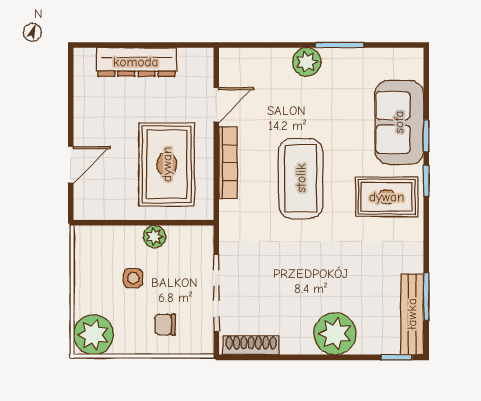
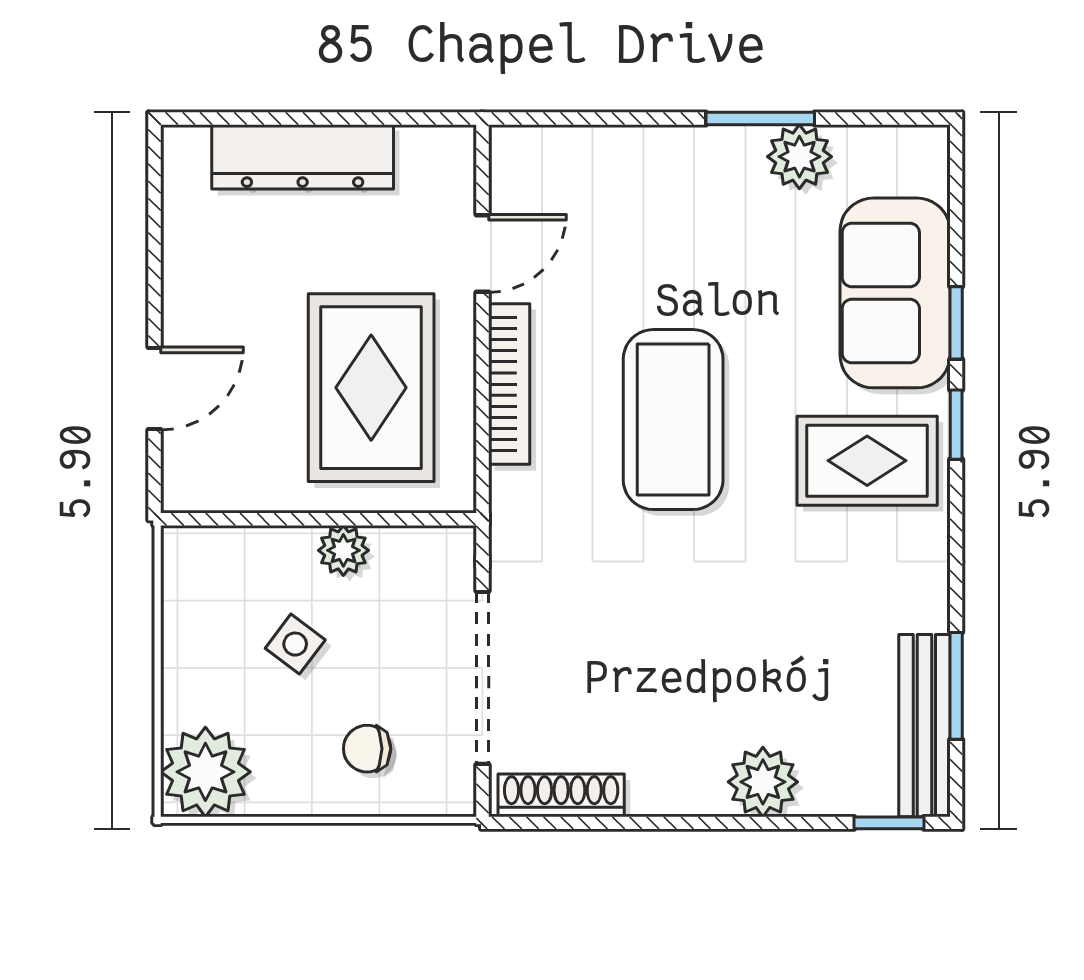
plant: (307, 62) -> (799, 157), moved
side table: (133, 278) -> (295, 644), turned 37
plant: (335, 334) -> (763, 782), width x0.73, depth x0.73

